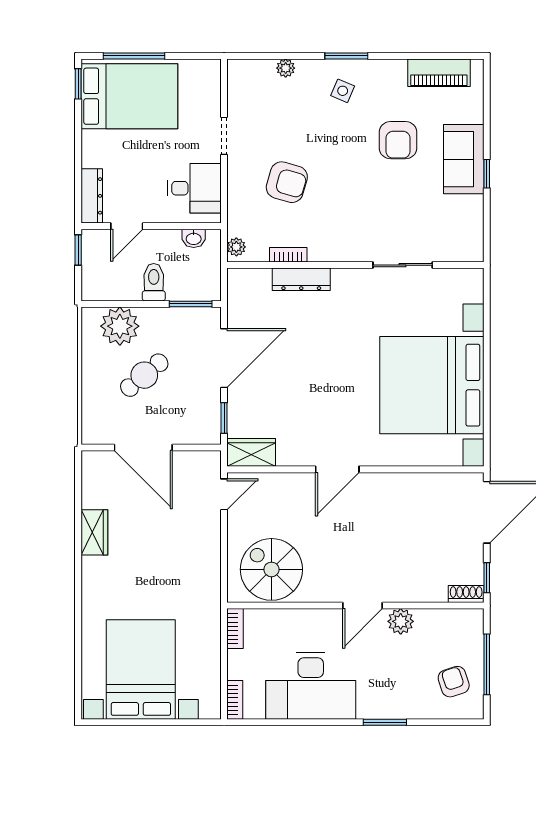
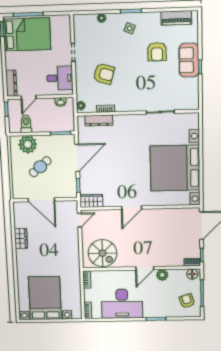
dresser: (301, 279) -> (99, 120), moved
toilet: (154, 282) -> (26, 124), moved
spiral stairs: (271, 569) -> (102, 253), turned 180
floor lamp: (466, 621) -> (192, 274), added

